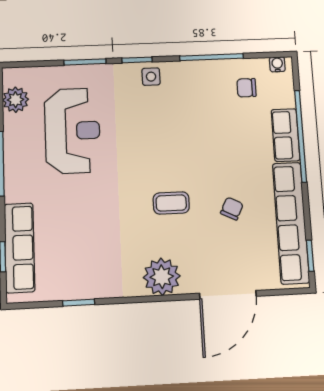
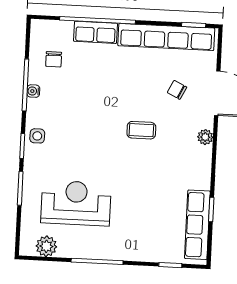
water cooler: (277, 64) -> (33, 91), moved
coffee table: (171, 203) -> (141, 130), turned 90
chair: (232, 209) -> (177, 90), moved
row of seats: (20, 248) -> (197, 225), moved, turned -90
plant: (162, 277) -> (205, 137), width x0.53, depth x0.53

